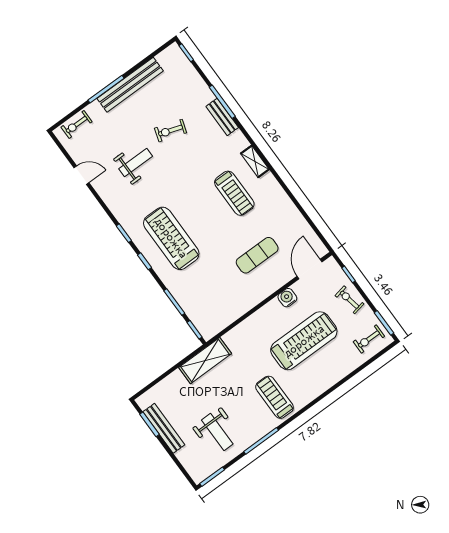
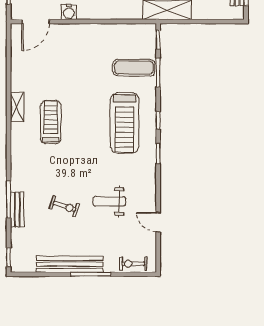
bench: (222, 117) -> (17, 209), moved
exercise bike: (77, 124) -> (133, 264), turned 180
shelving: (255, 161) -> (17, 107), moved
exercise mat: (257, 255) -> (134, 68), moved

